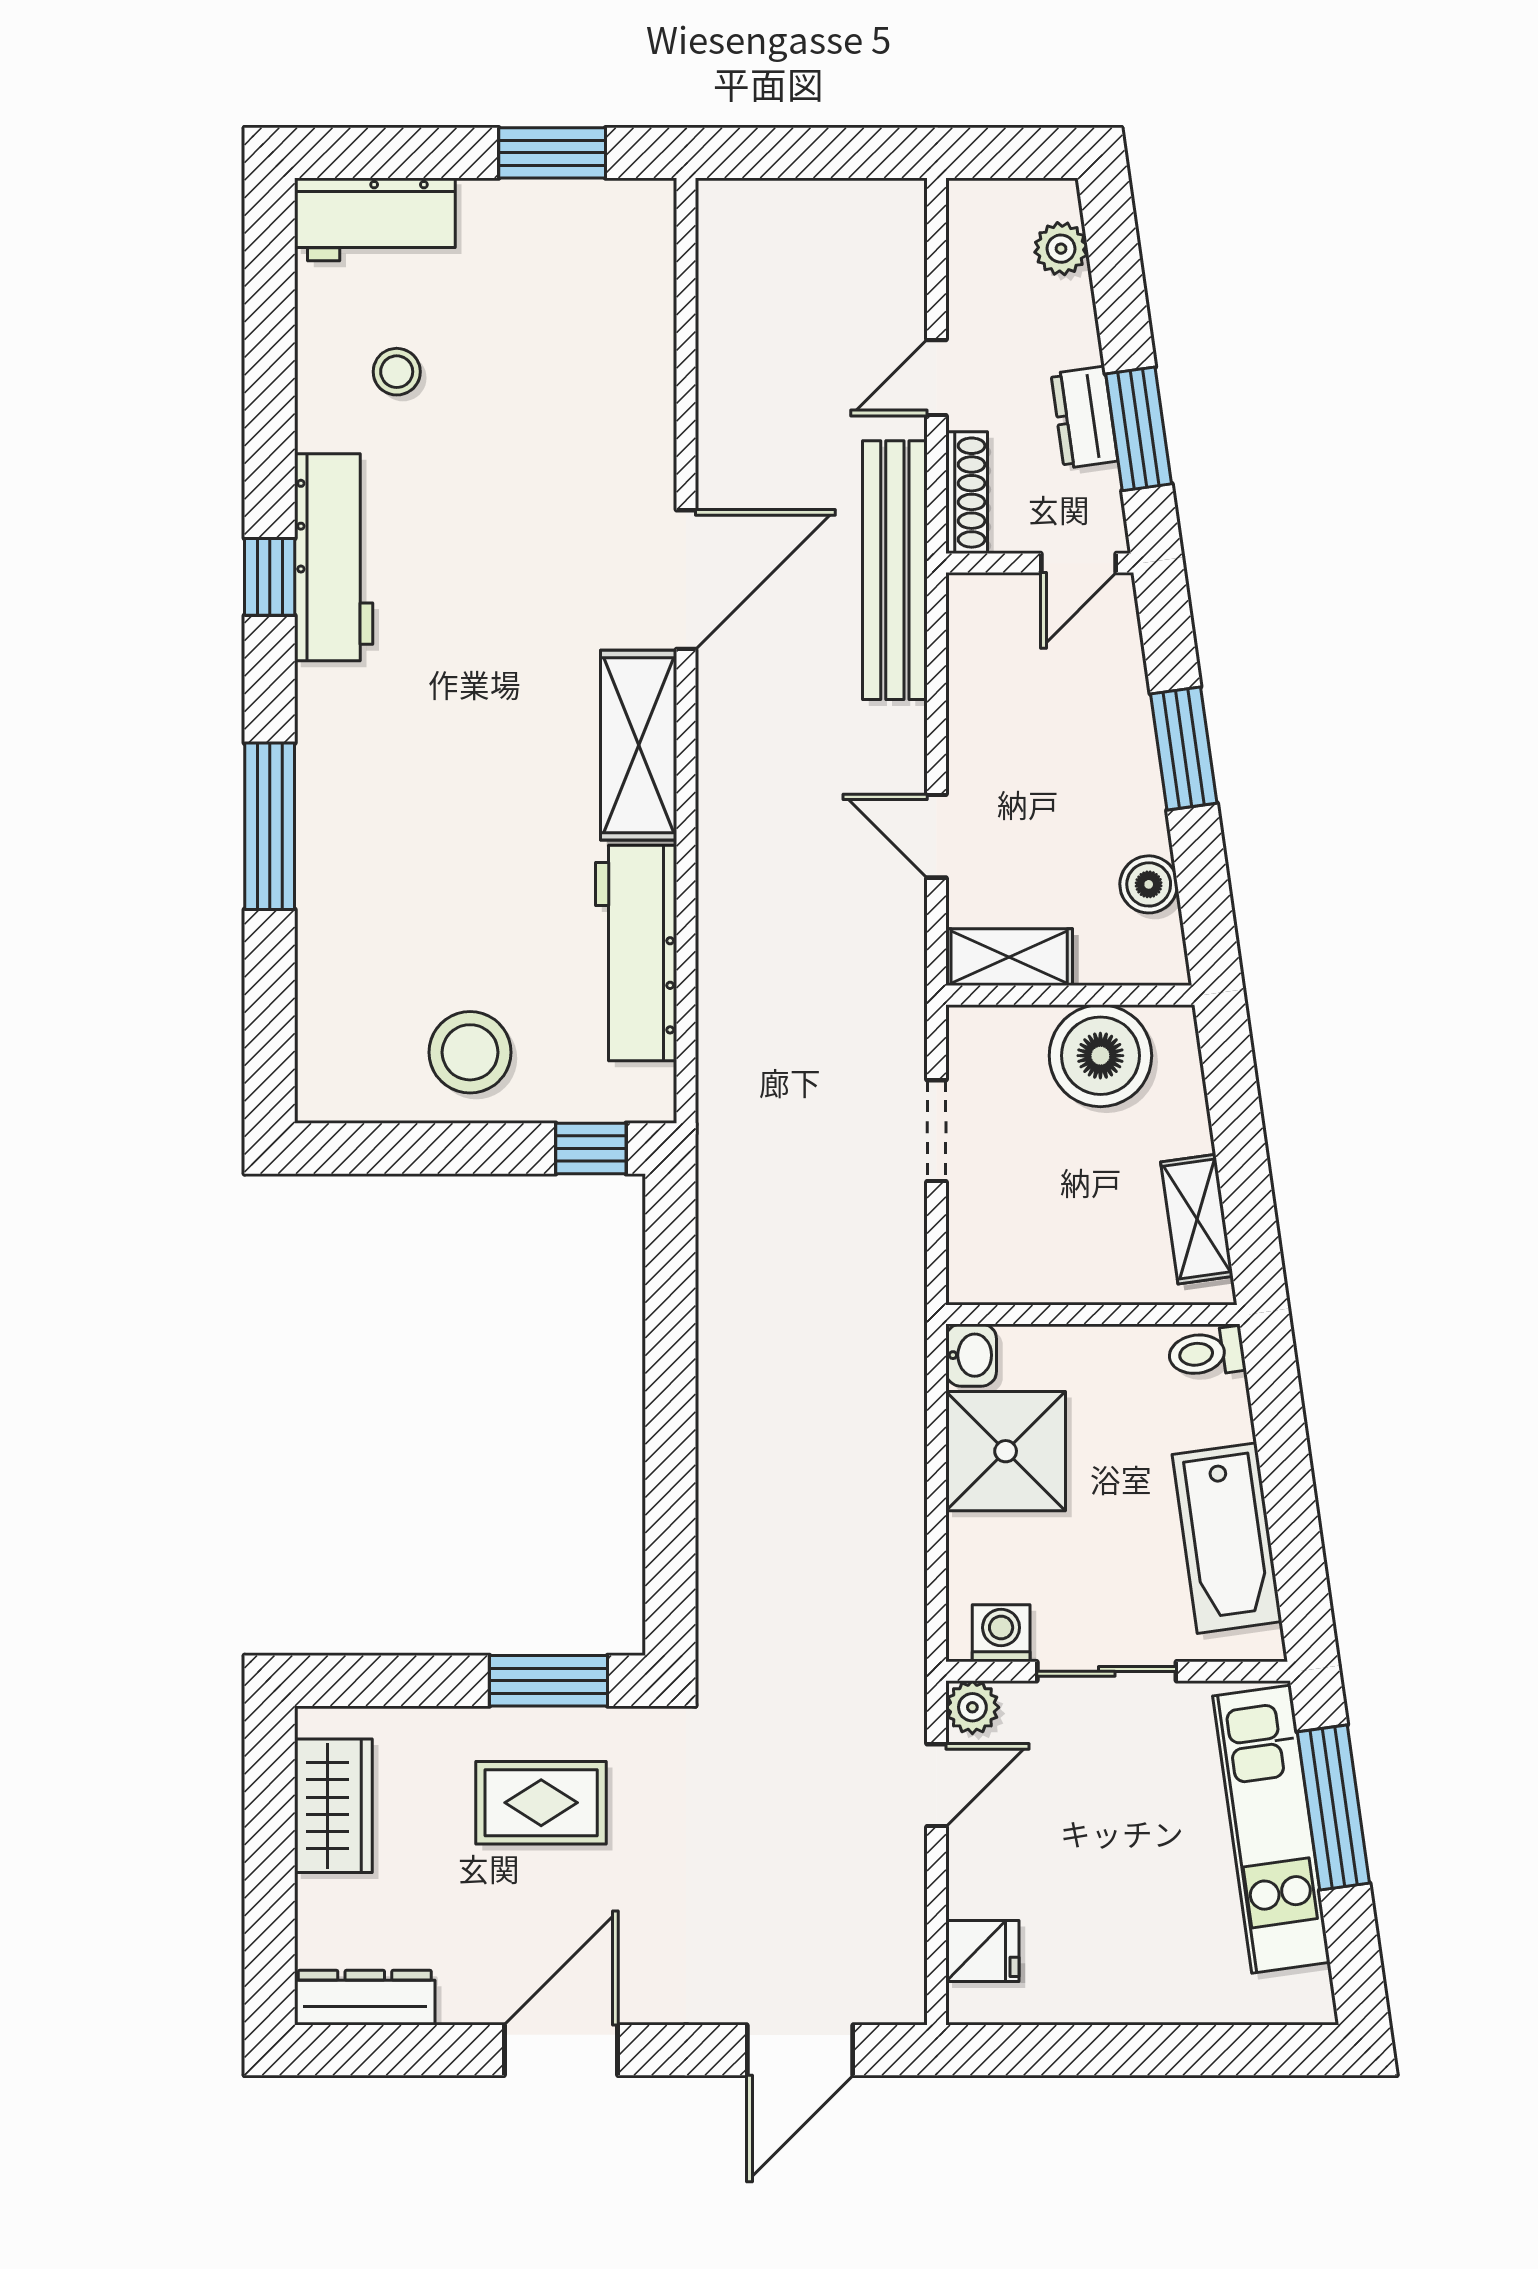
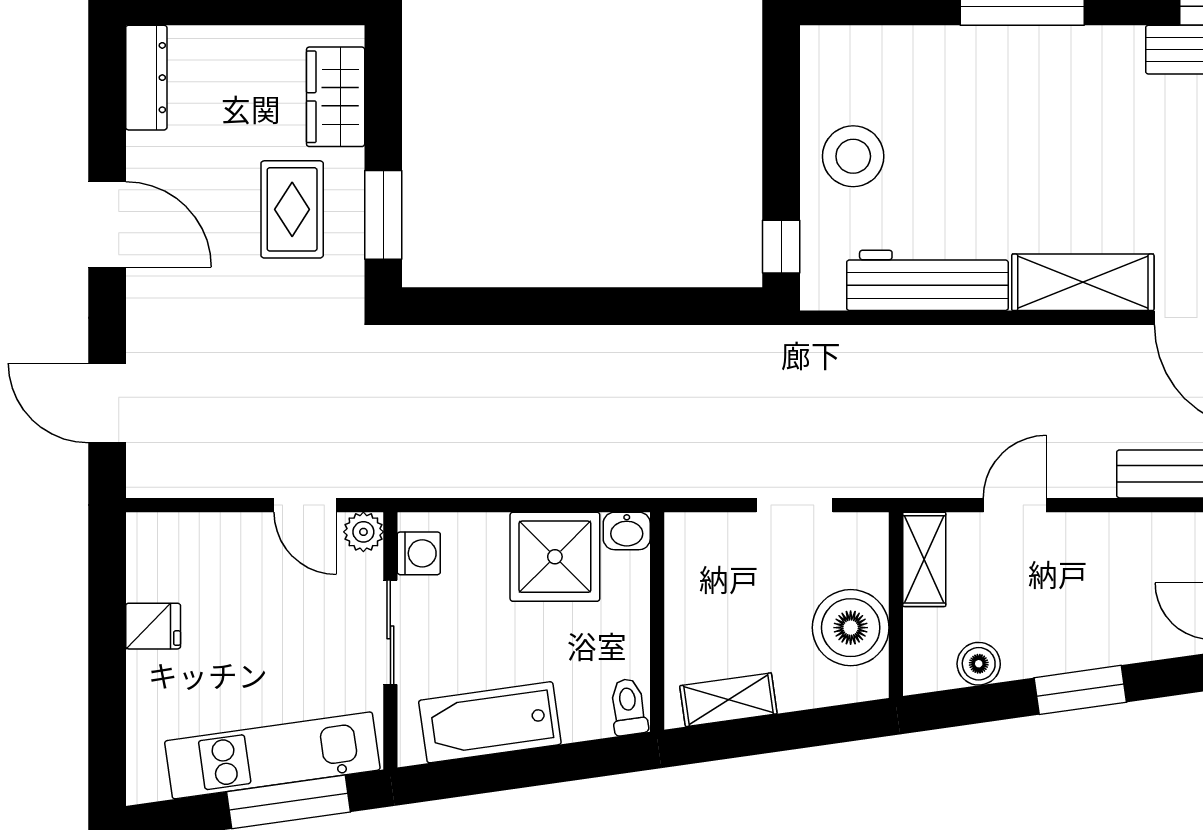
wardrobe: (333, 1806) -> (336, 97), moved, turned 90
fridge: (982, 1951) -> (153, 626), moved, turned -90

